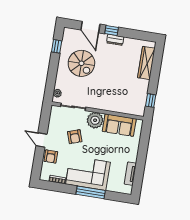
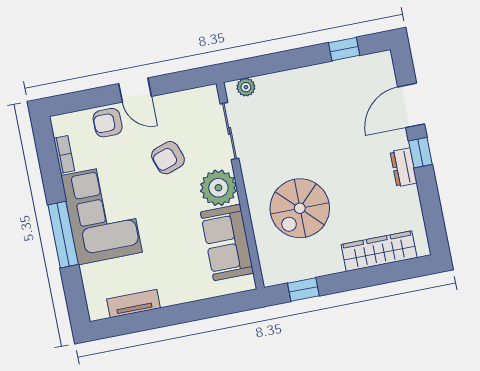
spiral stairs: (81, 63) -> (300, 208), moved
door: (41, 140) -> (135, 90), swing flipped

